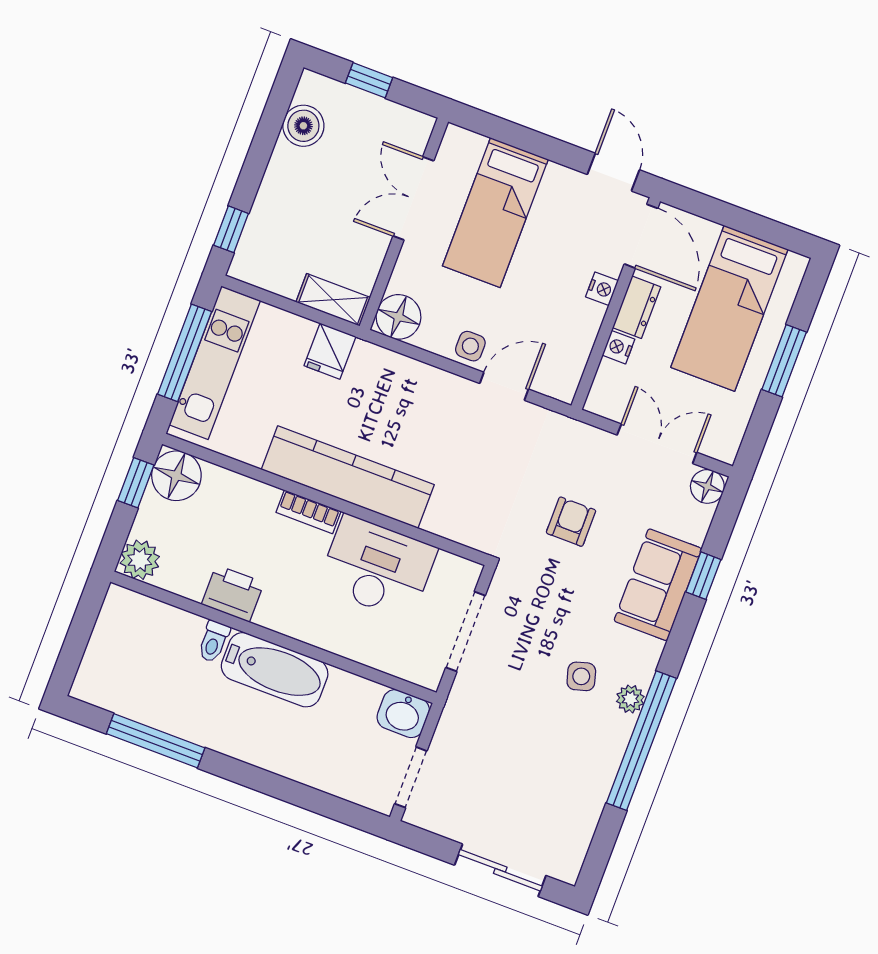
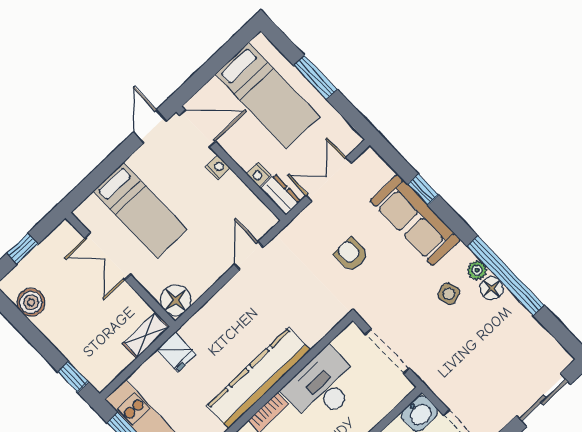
door: (613, 172) -> (150, 126), hinge flipped
dresser: (637, 307) -> (281, 195), moved
side table: (470, 346) -> (214, 265), removed
floor lamp: (707, 486) -> (492, 288), moved
sofa: (658, 585) -> (415, 220), width x1.36

